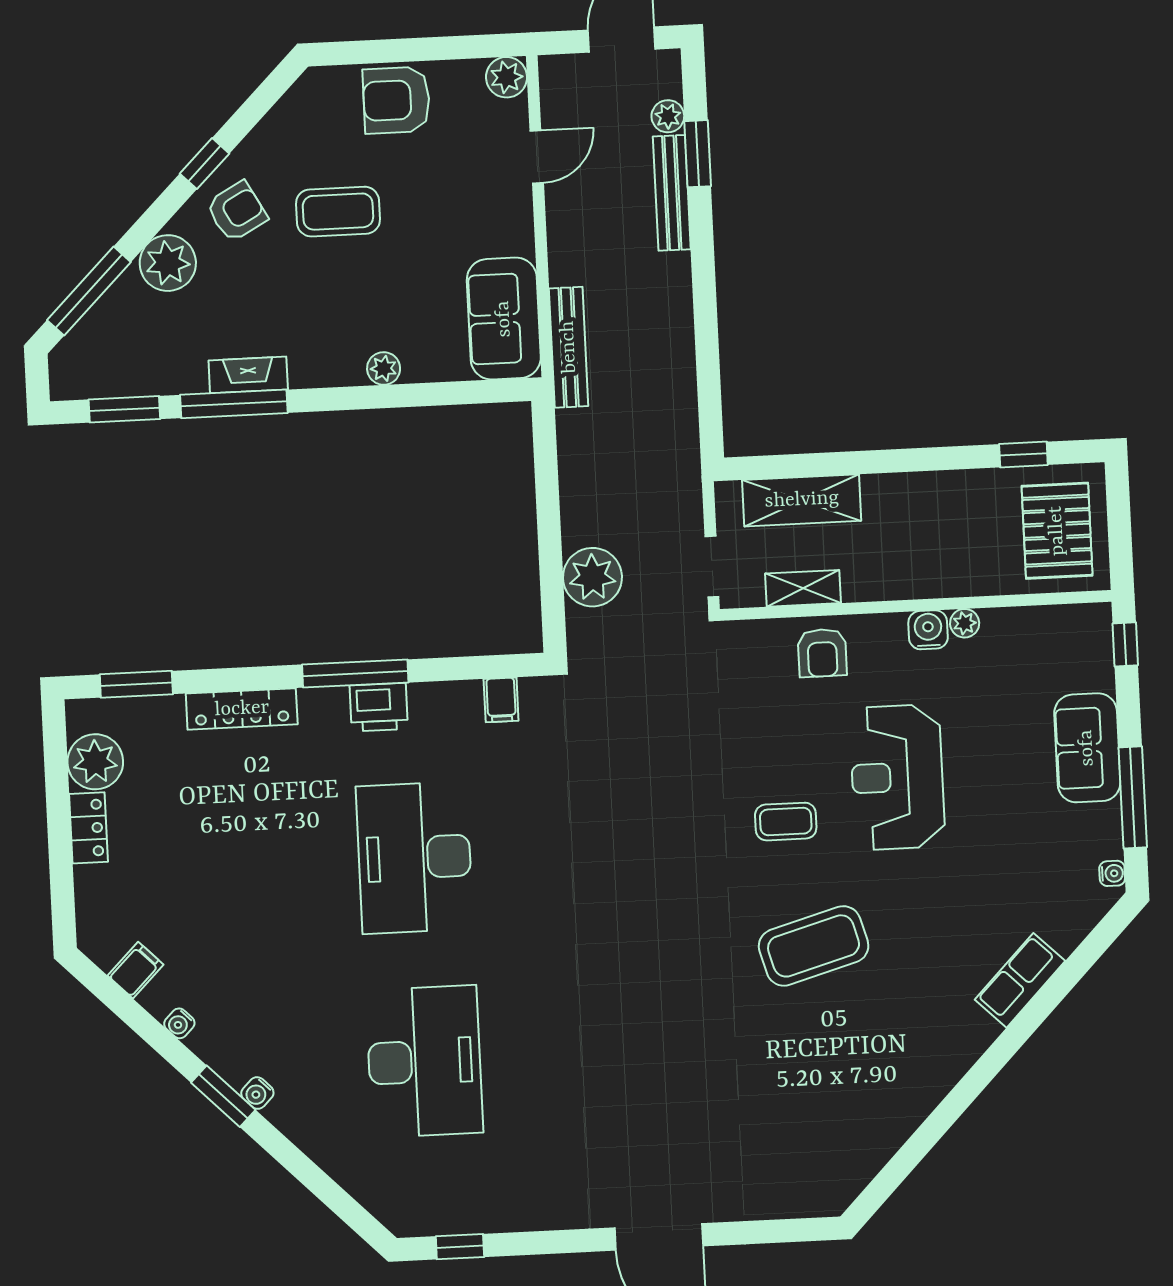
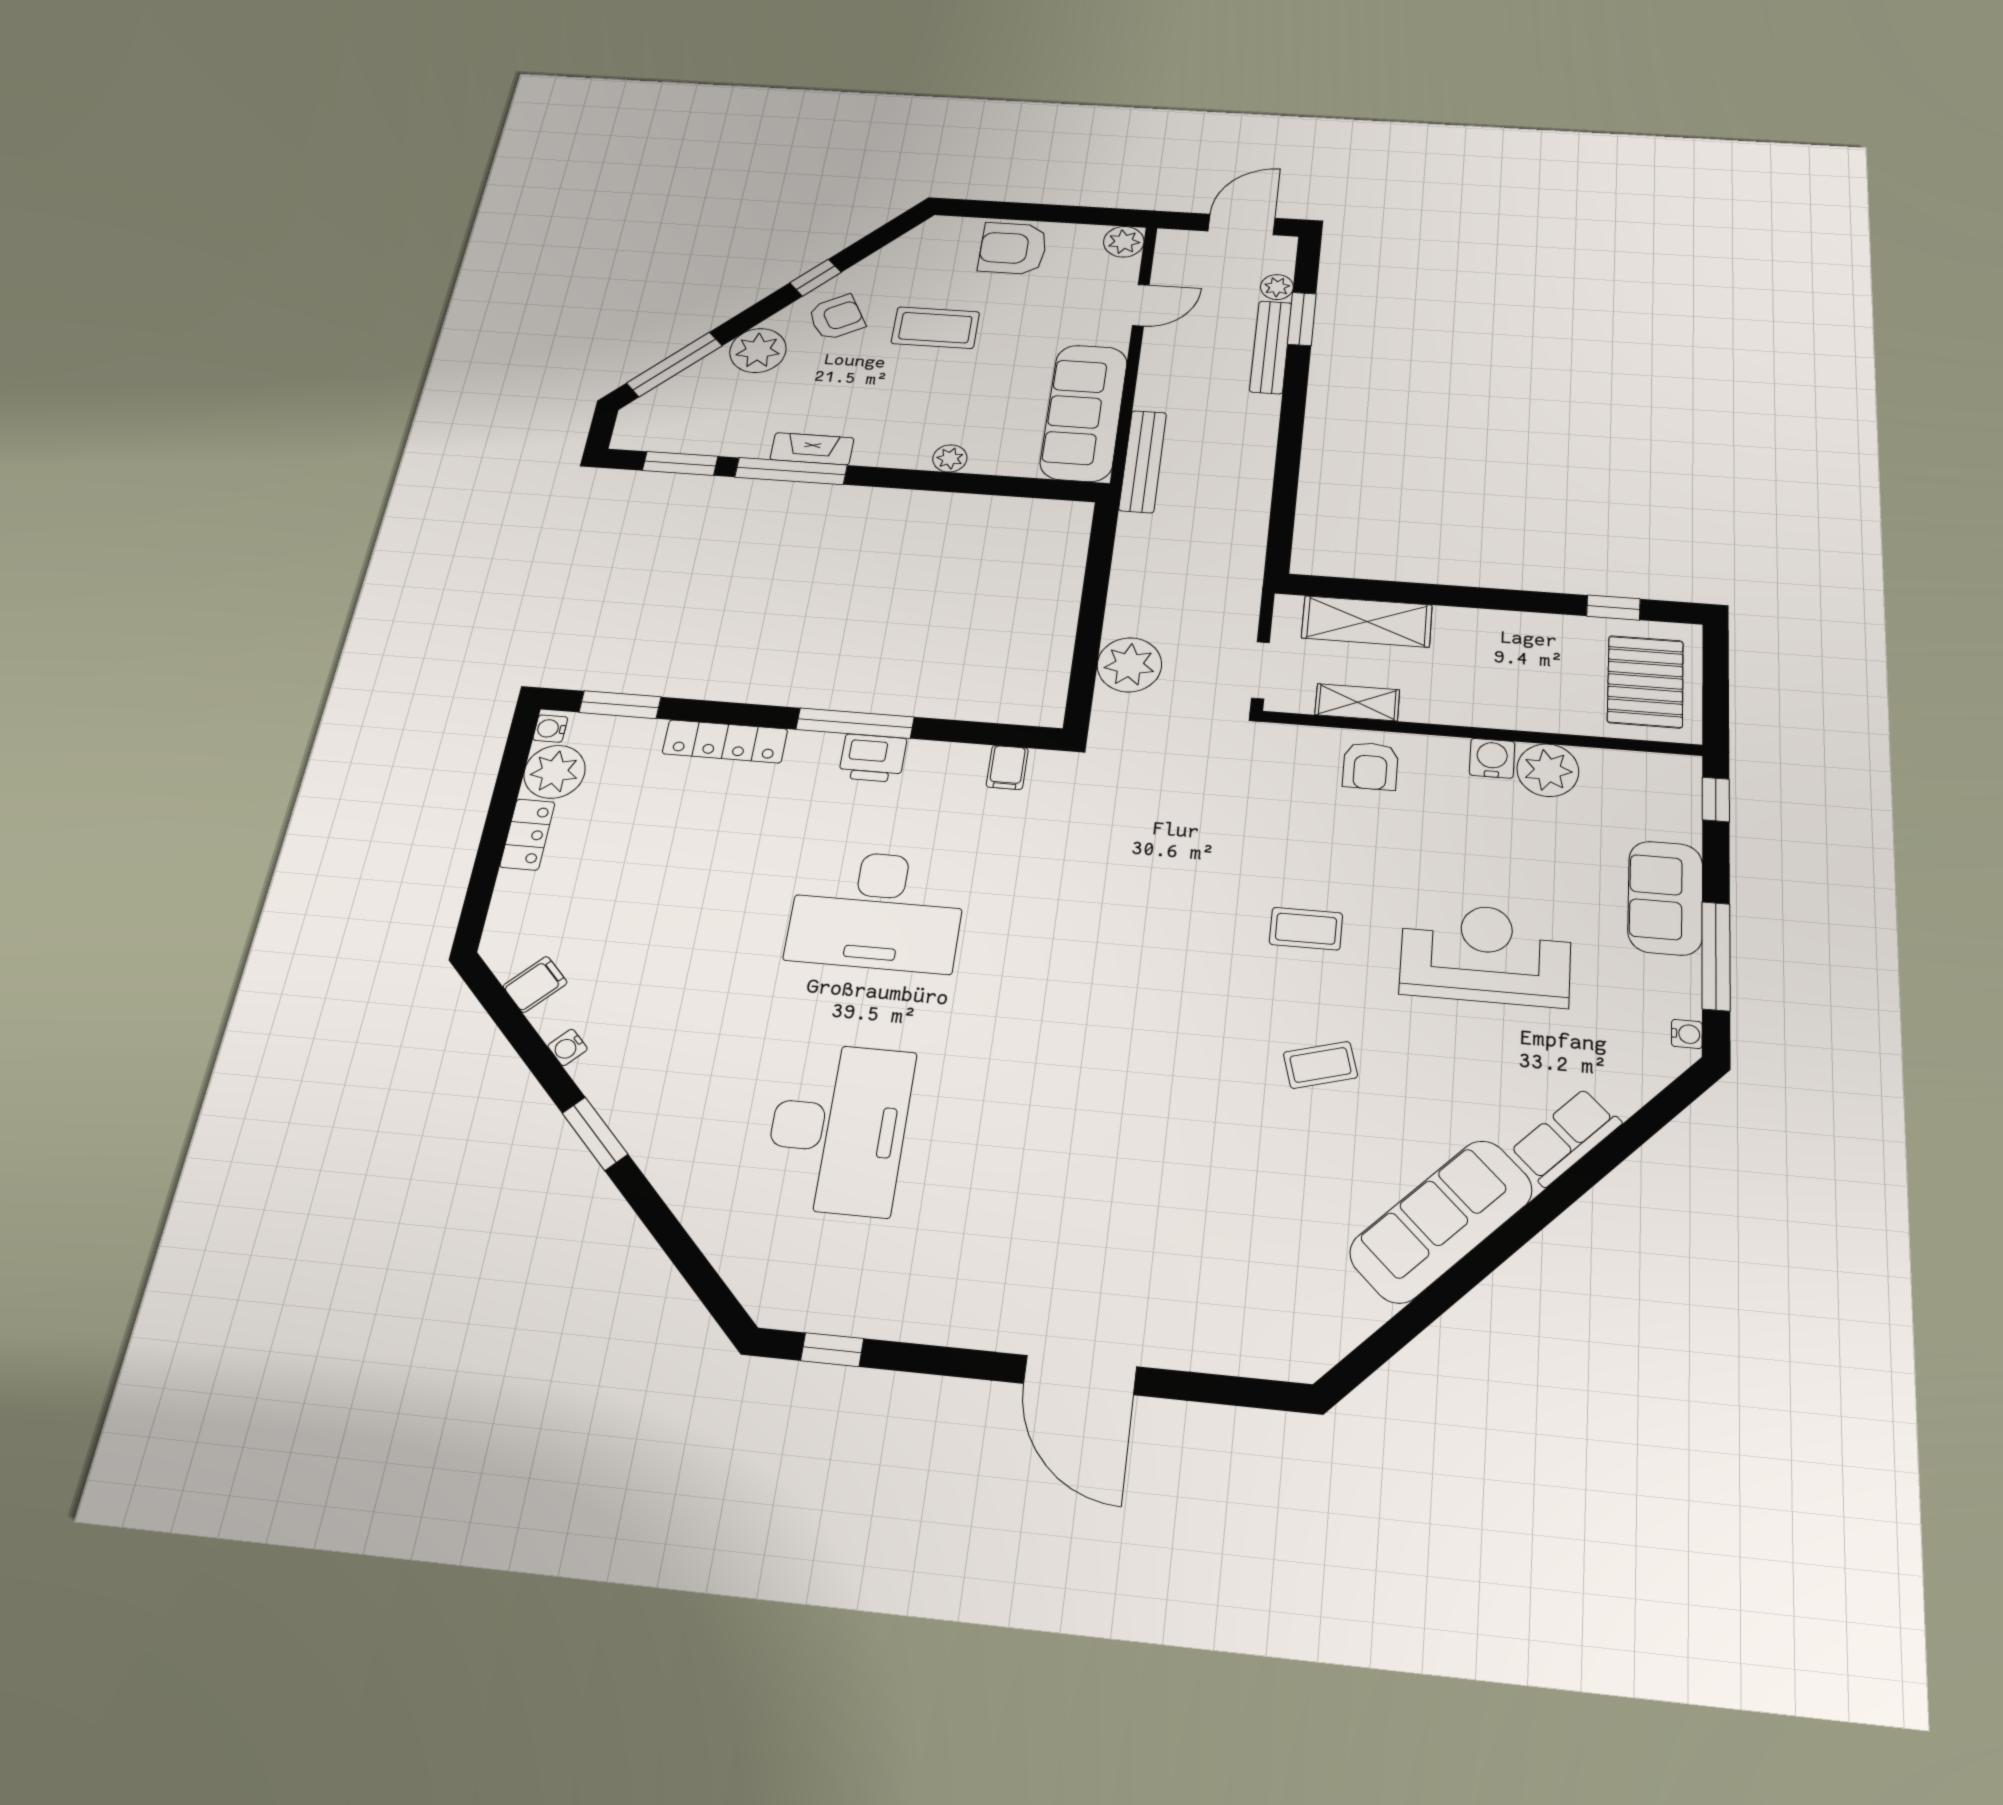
sofa: (504, 319) -> (1084, 413), width x1.36
plant: (965, 623) -> (1548, 770), width x1.88, depth x1.88
reception desk: (897, 777) -> (1486, 954), moved, turned 90
desk: (414, 858) -> (877, 911), turned -90
coffee table: (814, 946) -> (1320, 1065), width x0.54, depth x0.58
sofa: (927, 1068) -> (1441, 1221), added
water cooler: (257, 1093) -> (550, 729), moved, turned 45

